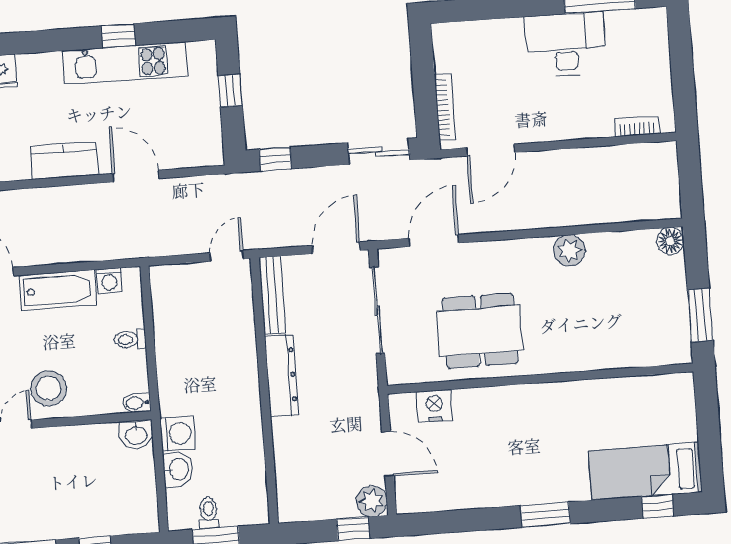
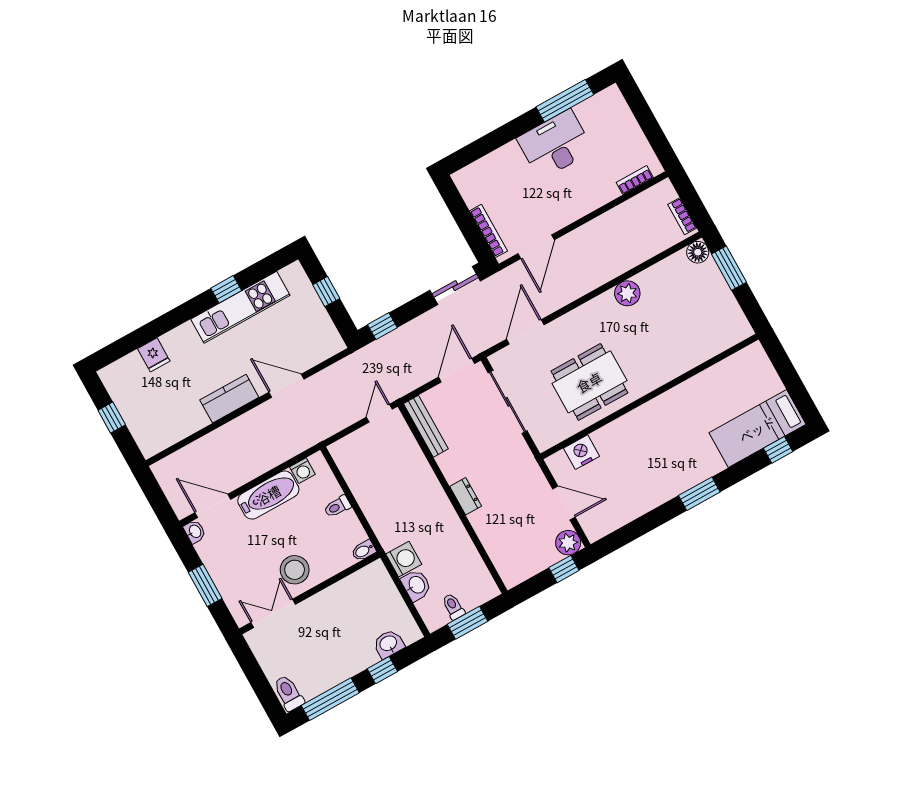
bookcase: (672, 192) -> (682, 216), added
window: (700, 315) -> (729, 268), moved
dresser: (282, 375) -> (466, 496), width x0.51, depth x0.80
washbasin: (136, 435) -> (389, 644), moved, turned 180

